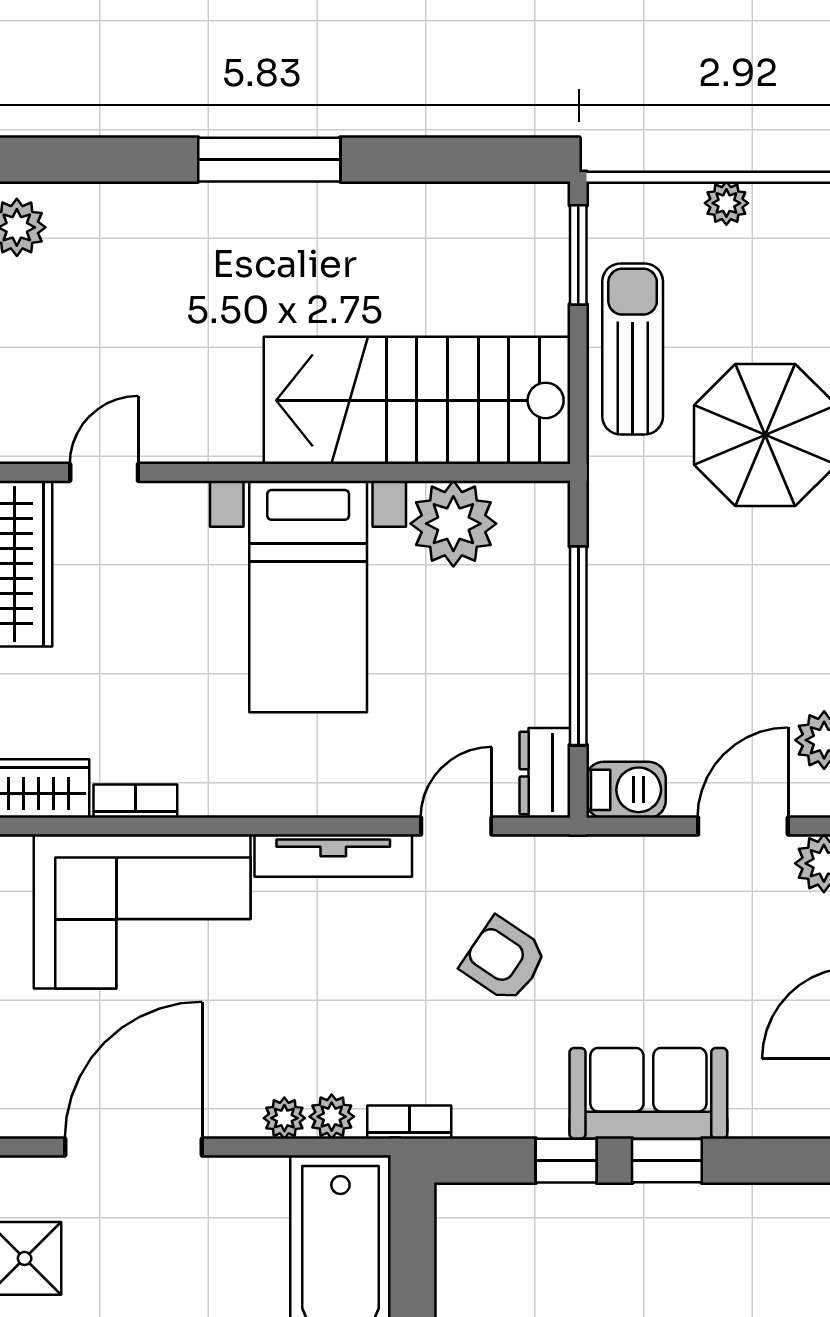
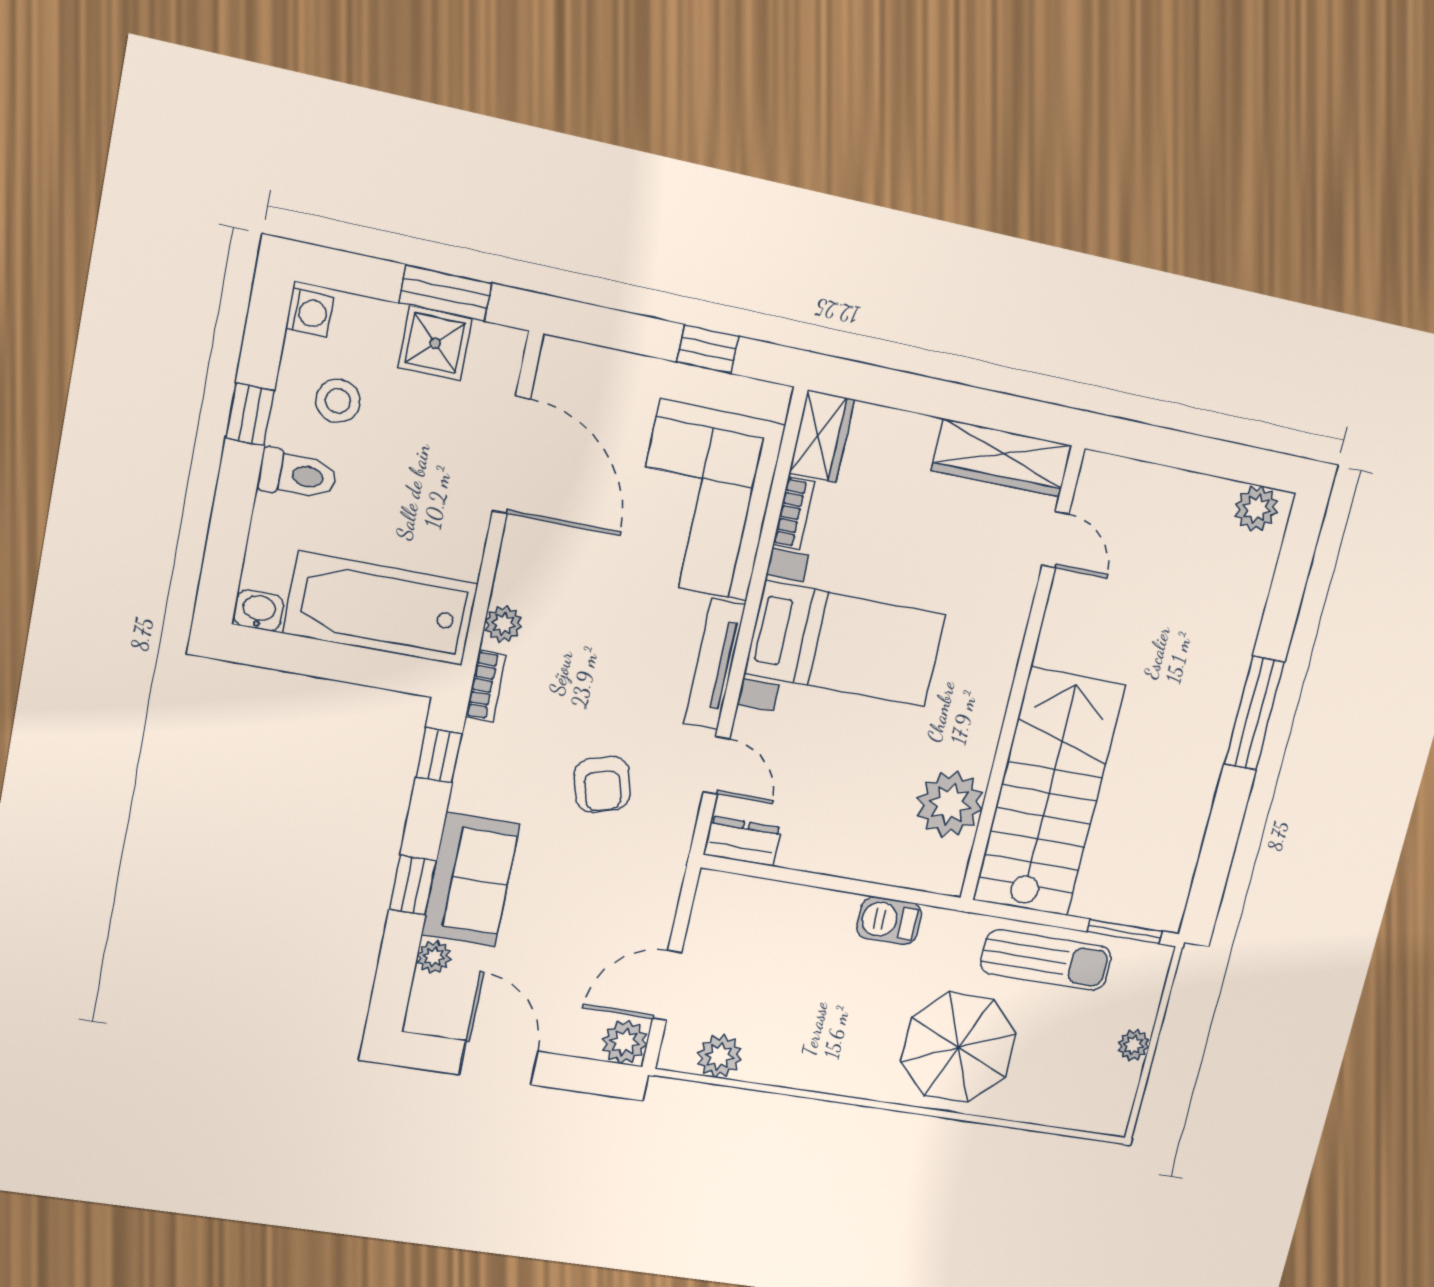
bed with nightstands: (308, 596) -> (845, 644), moved, turned 180
window: (578, 646) -> (835, 883), removed
barbecue: (626, 790) -> (889, 921), moved, turned 90
door: (743, 826) -> (667, 985), swing flipped
armchair: (504, 960) -> (602, 784), turned 130
plant: (284, 1118) -> (434, 957), moved
window: (566, 1161) -> (439, 755), moved

